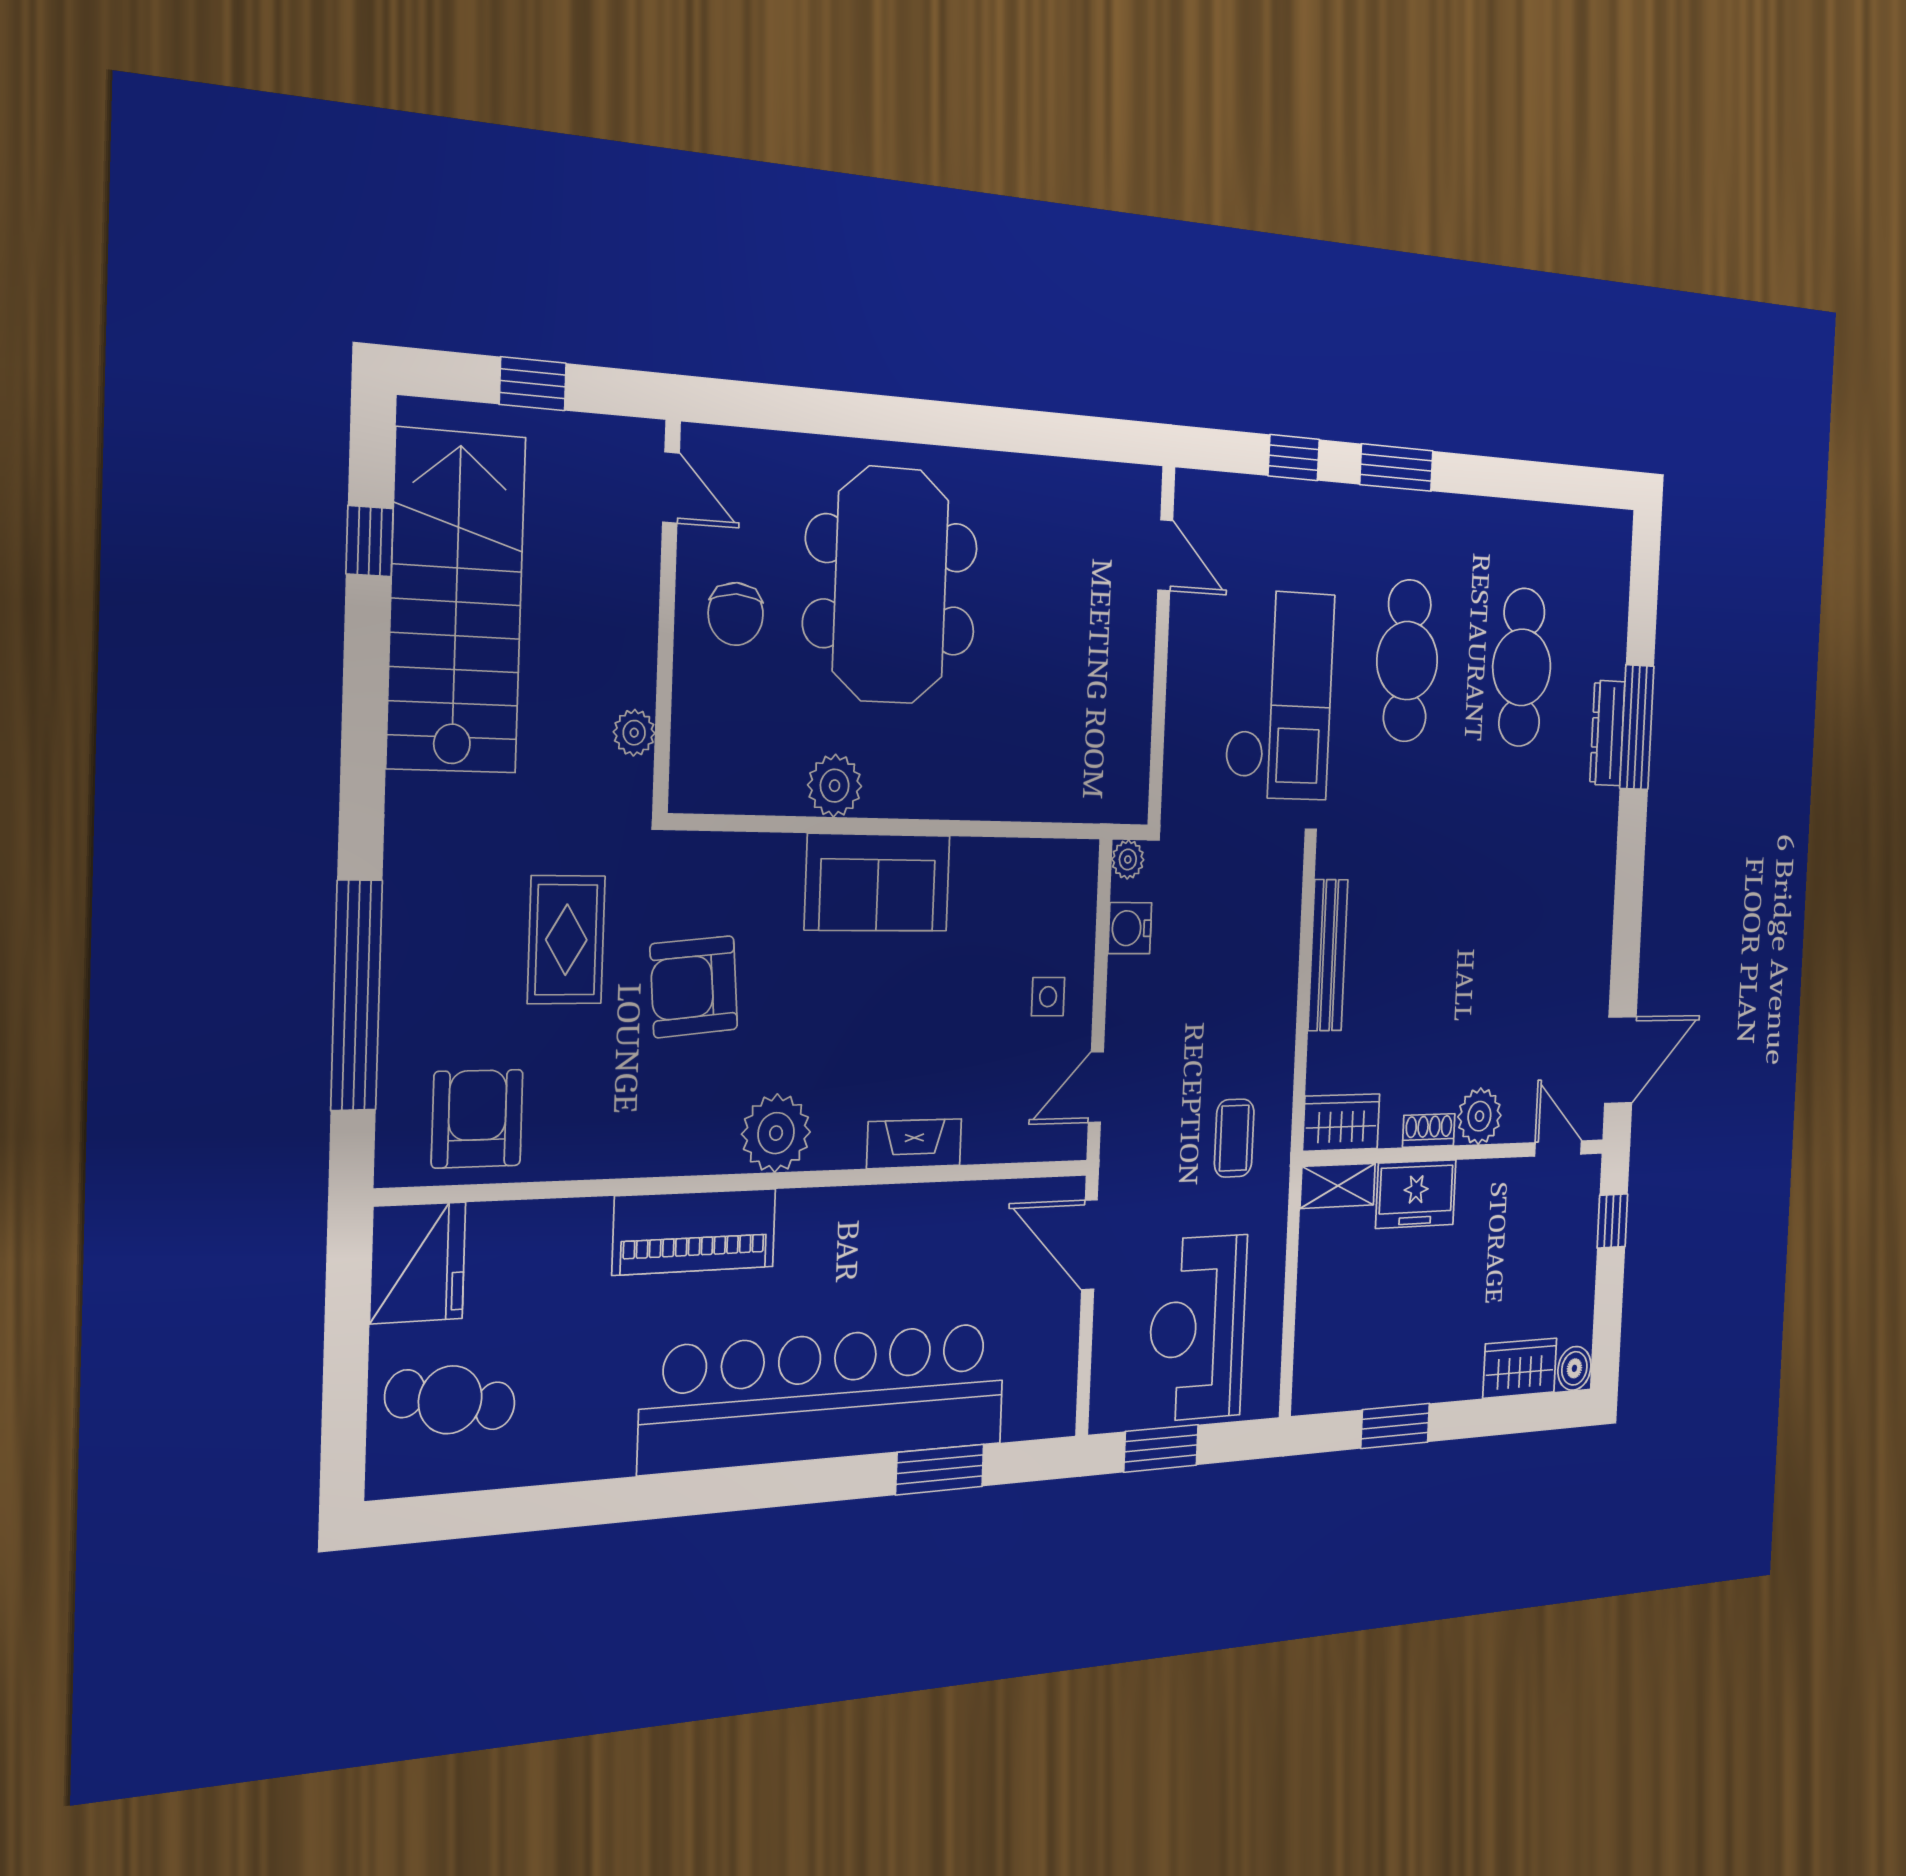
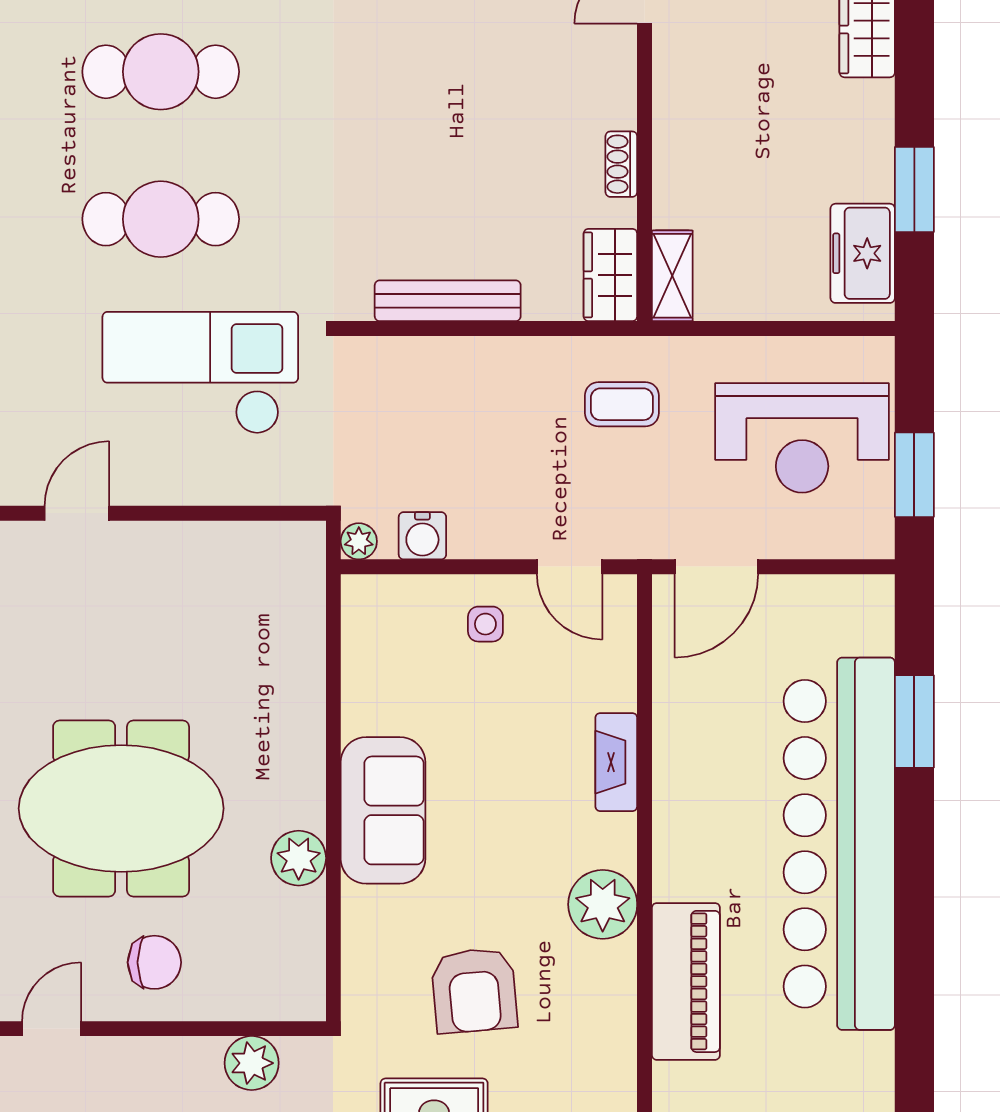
plant: (634, 733) -> (252, 1063), width x1.38, depth x1.38
plant: (1479, 1116) -> (609, 99), removed
freezer: (1416, 1194) -> (863, 253), moved, turned 180

